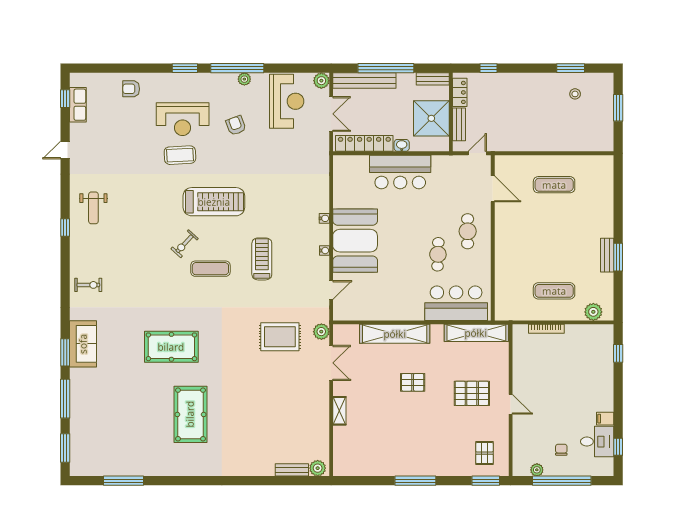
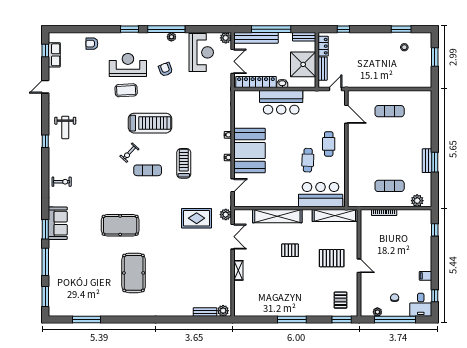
reception desk: (183, 119) -> (128, 65), turned 180
desk: (597, 442) -> (421, 305), moved, turned 90

